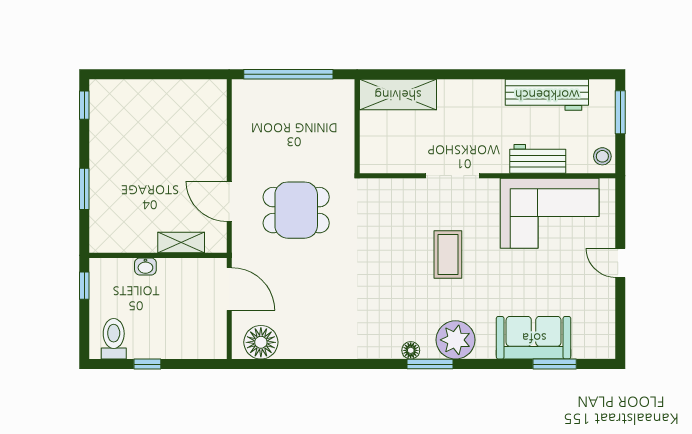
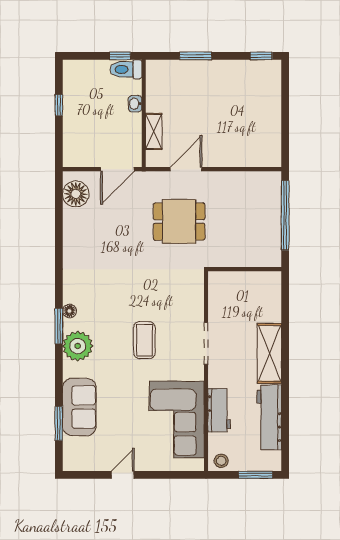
shelving: (398, 95) -> (269, 353), moved
dining table: (296, 210) -> (179, 221), turned 90
coffee table: (448, 254) -> (144, 340), turned 90
door: (620, 263) -> (123, 475), moved
toilet: (114, 339) -> (126, 69), moved, turned 180

